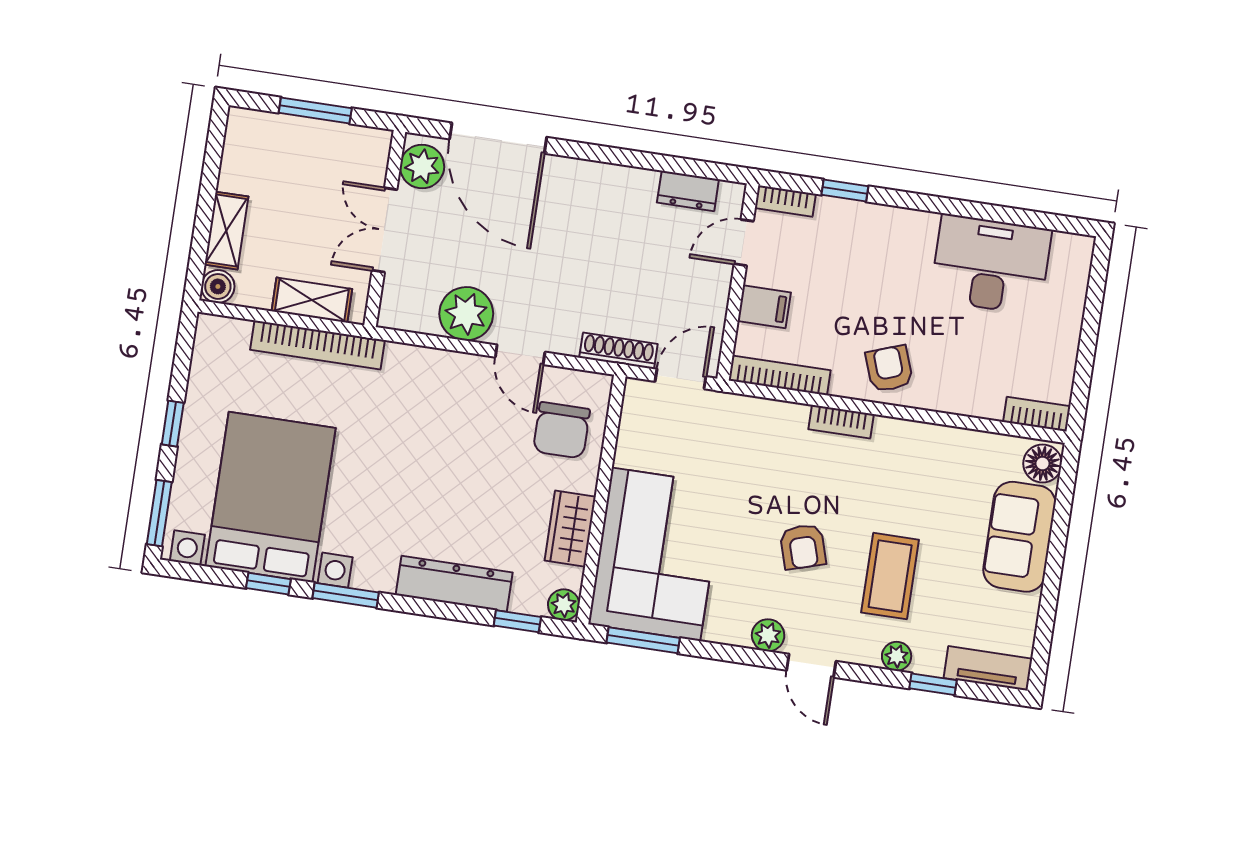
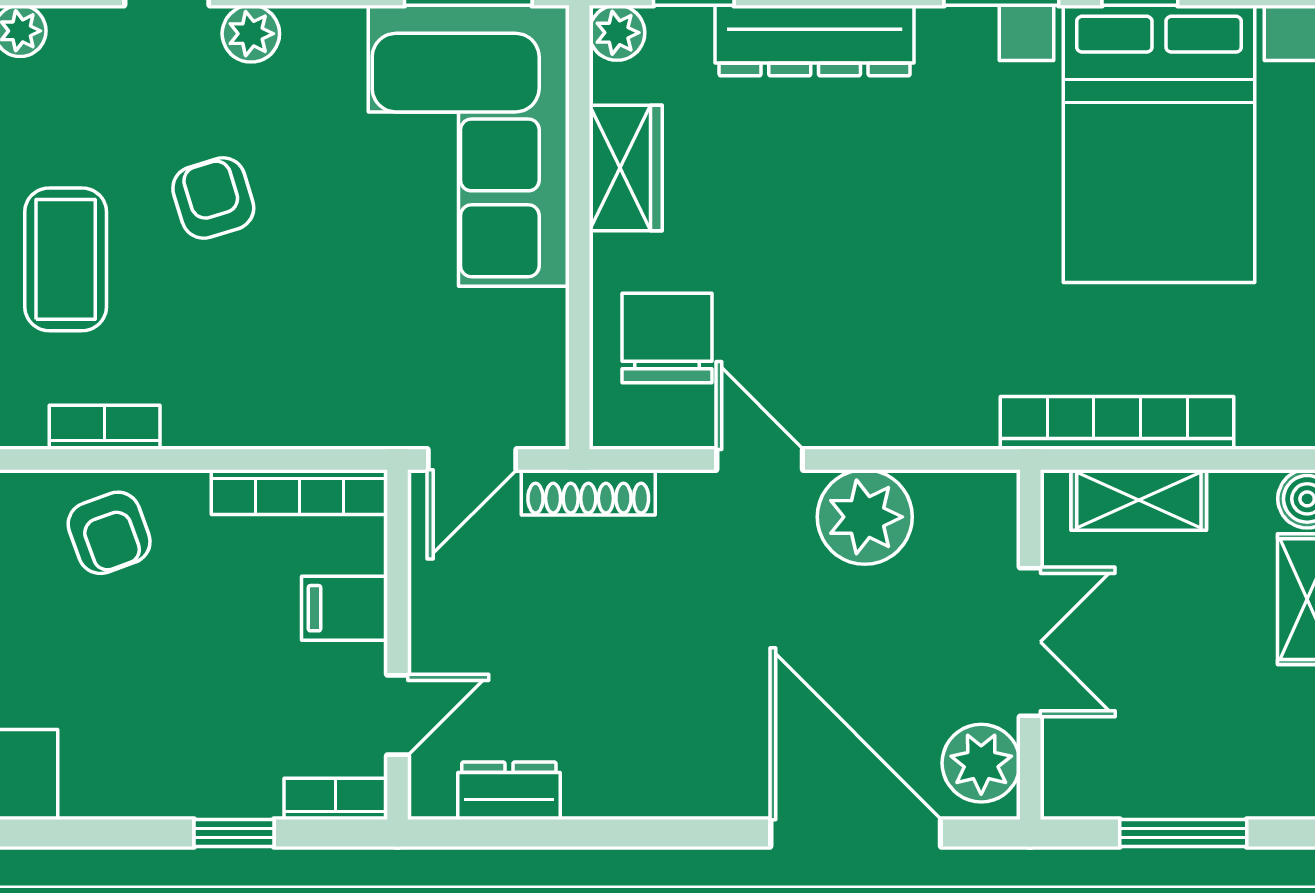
bookcase: (841, 422) -> (105, 427), moved
coffee table: (890, 576) -> (66, 259), moved

